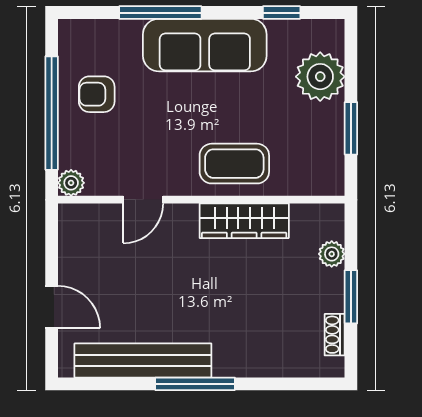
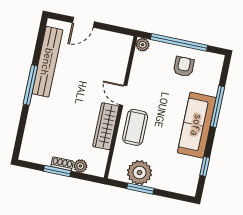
plant: (320, 77) -> (140, 173), moved
door: (143, 200) -> (123, 95), moved
shoe rack: (335, 335) -> (62, 164), moved

